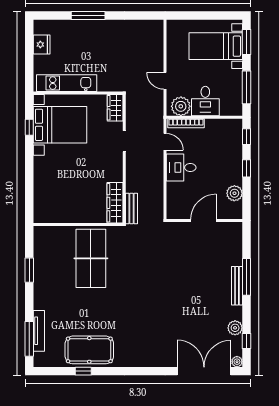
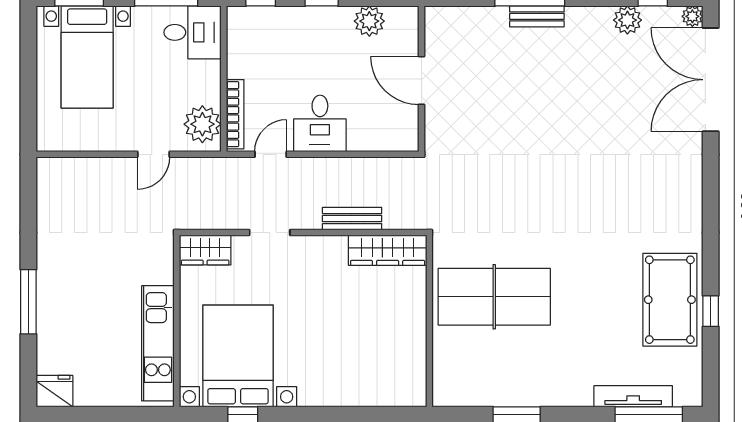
fridge: (42, 44) -> (54, 391), moved
desk: (205, 101) -> (193, 32), moved
bench: (132, 209) -> (352, 219), moved
bench: (237, 286) -> (537, 16), width x0.73

